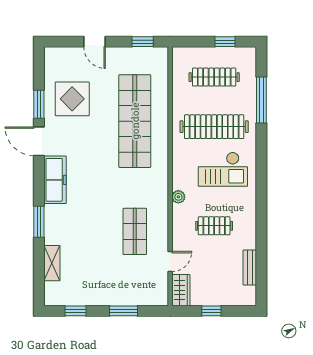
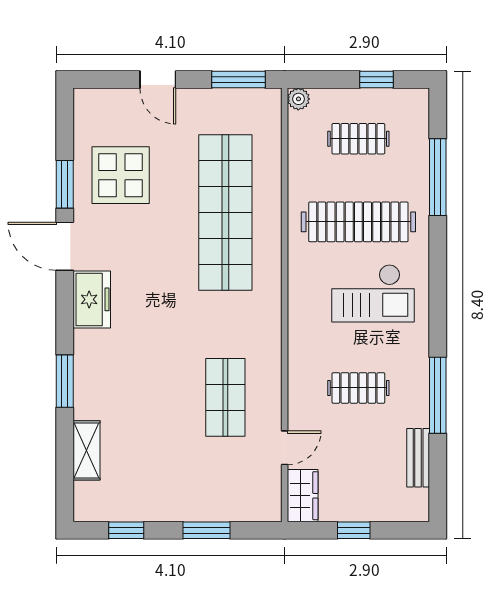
window: (143, 42) -> (239, 79), width x1.50
clothes rail: (214, 77) -> (358, 139), width x0.73
freezer: (55, 180) -> (92, 299), width x0.71
plant: (178, 197) -> (298, 99), moved
window: (261, 230) -> (438, 395), added

